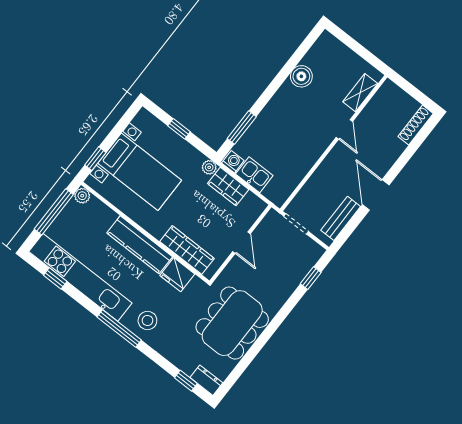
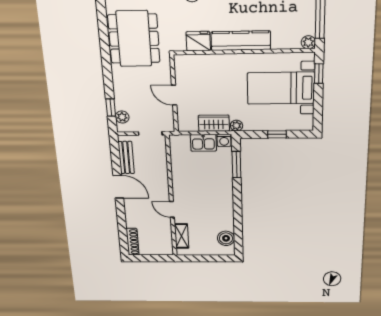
boiler: (301, 76) -> (226, 238), moved
wardrobe: (187, 250) -> (206, 63), removed
plant: (308, 261) -> (122, 117), added

